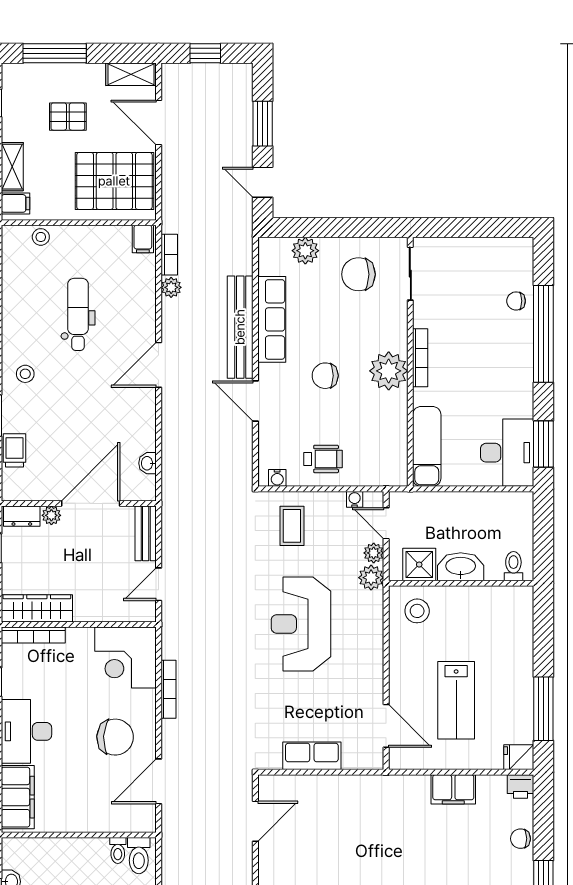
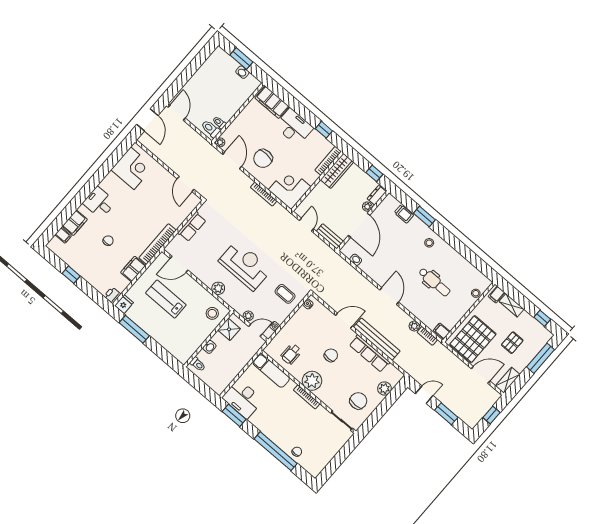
wheelchair: (323, 459) -> (291, 354), moved
washbasin: (461, 567) -> (209, 347), width x0.52, depth x0.69
plant: (371, 578) -> (218, 288), moved
bookcase: (383, 785) -> (158, 244), added
plant: (147, 823) -> (220, 142), added
chair: (521, 839) -> (108, 241), moved

